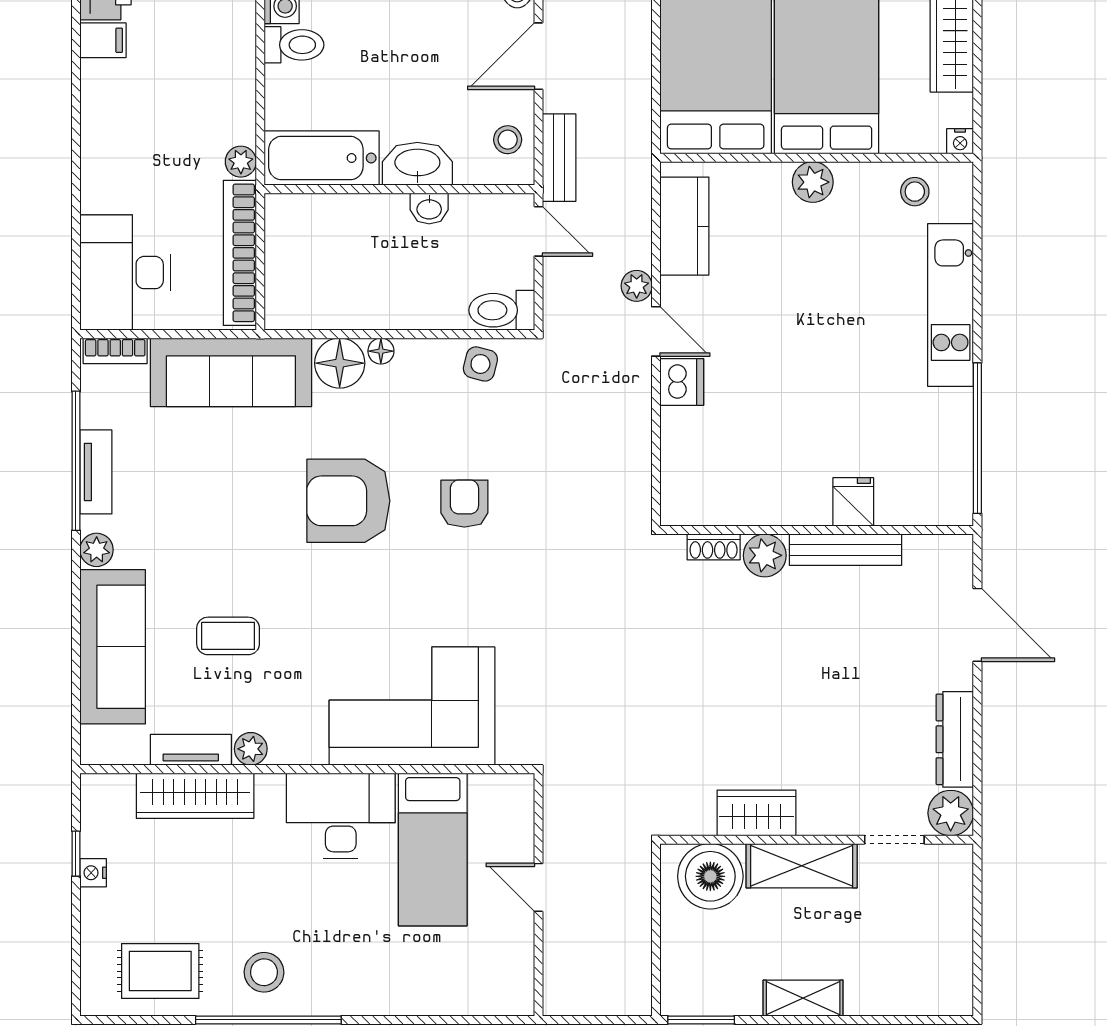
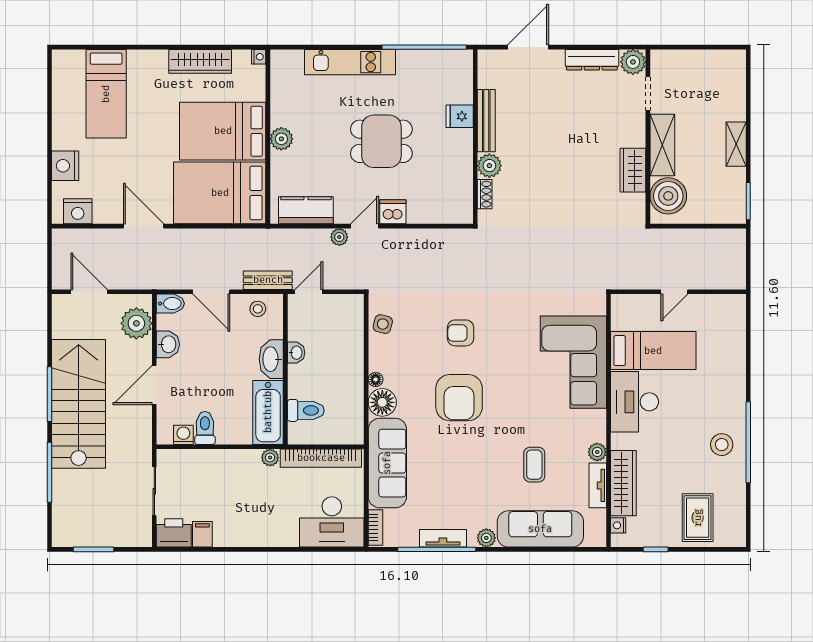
stool: (915, 192) -> (287, 82), removed
toilet: (502, 310) -> (306, 410), moved, turned -90
dining table: (808, 362) -> (381, 141), added
nightstand: (93, 873) -> (618, 525), moved, turned 90
rug: (160, 971) -> (698, 518), moved

